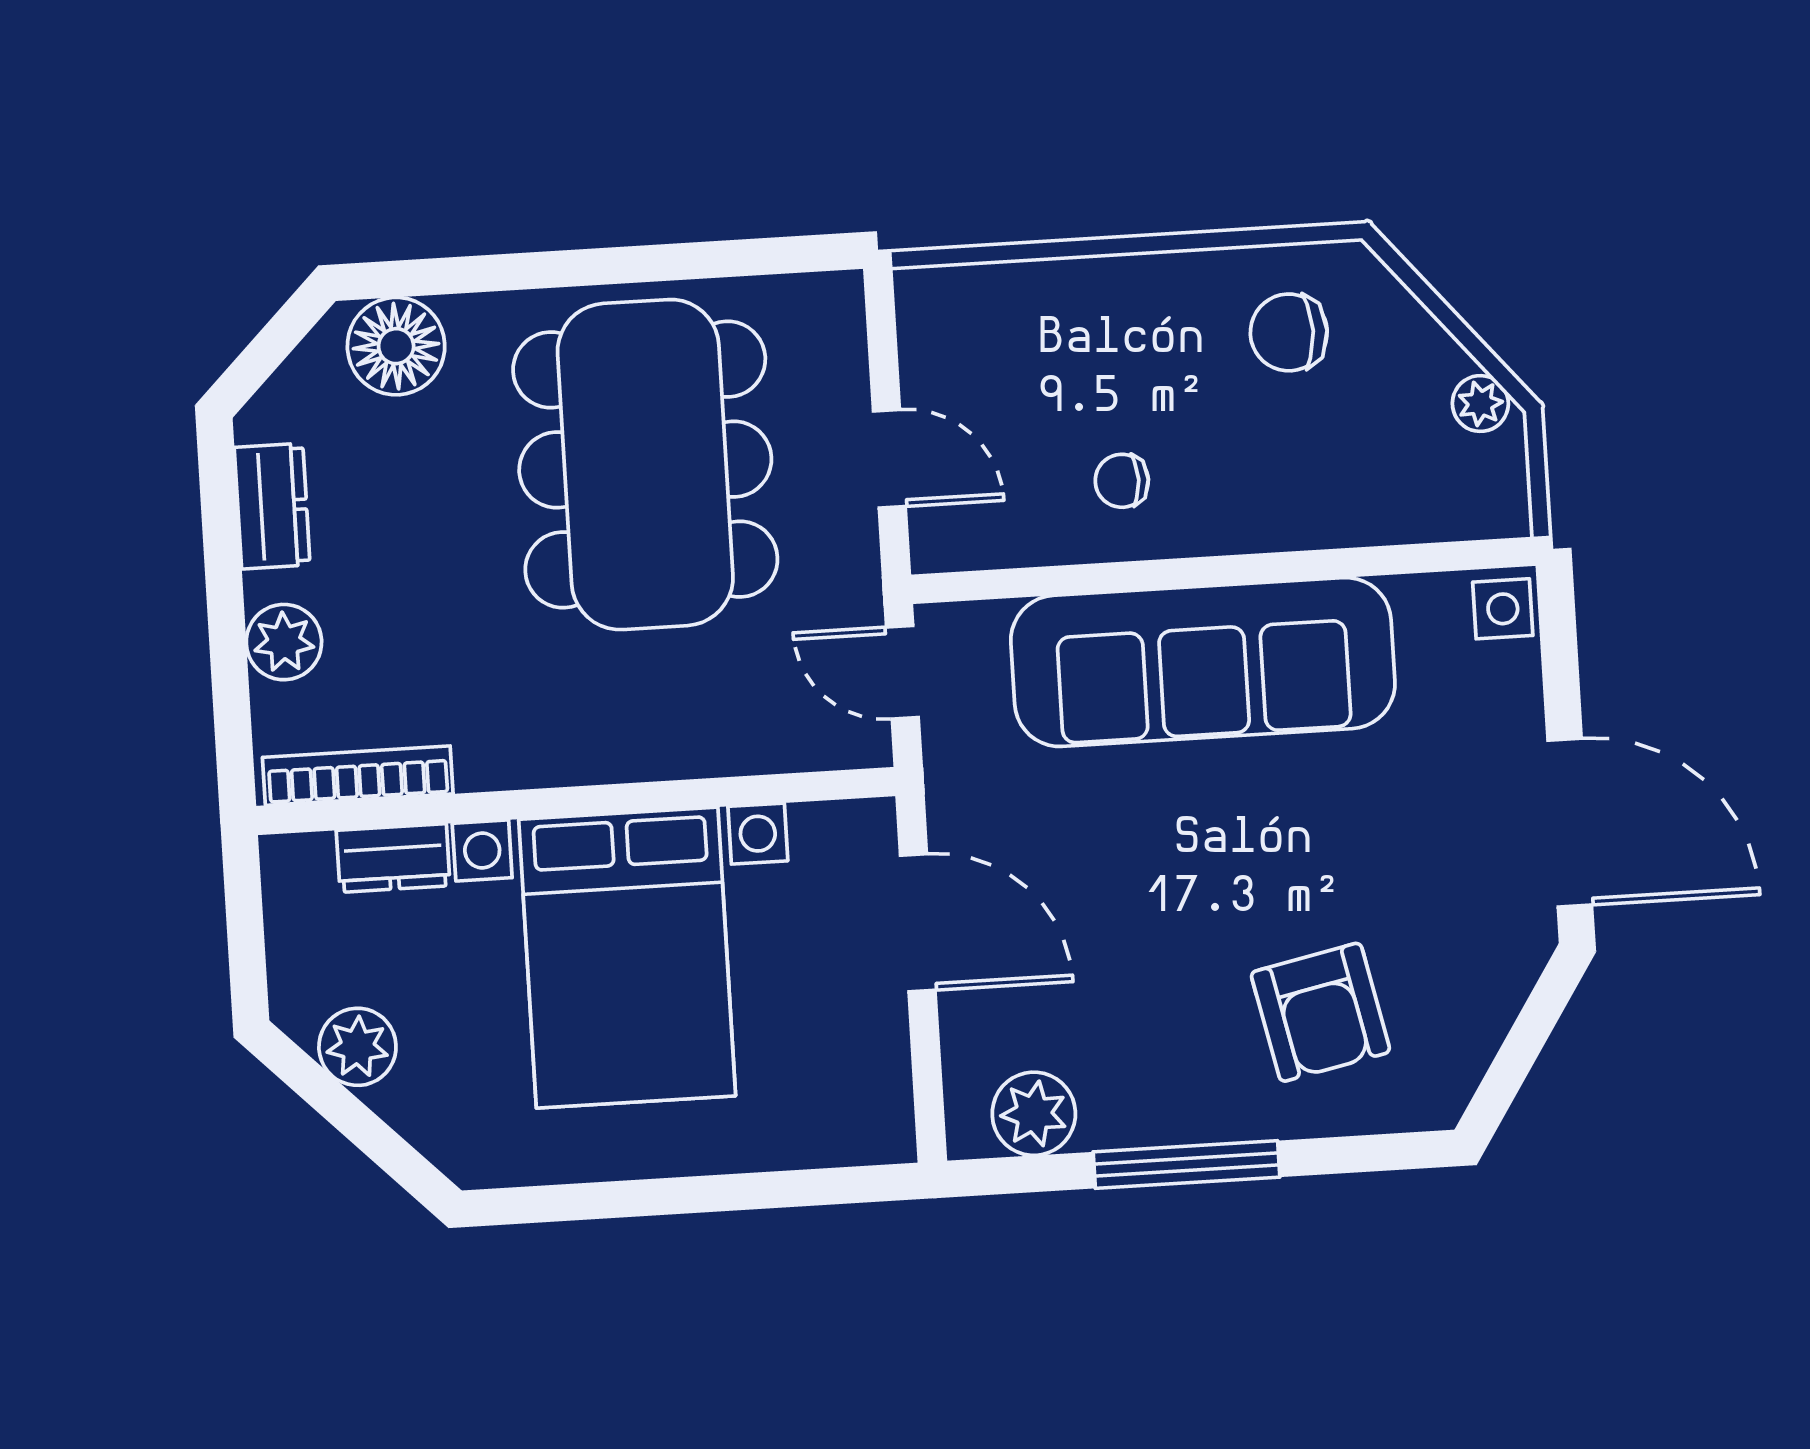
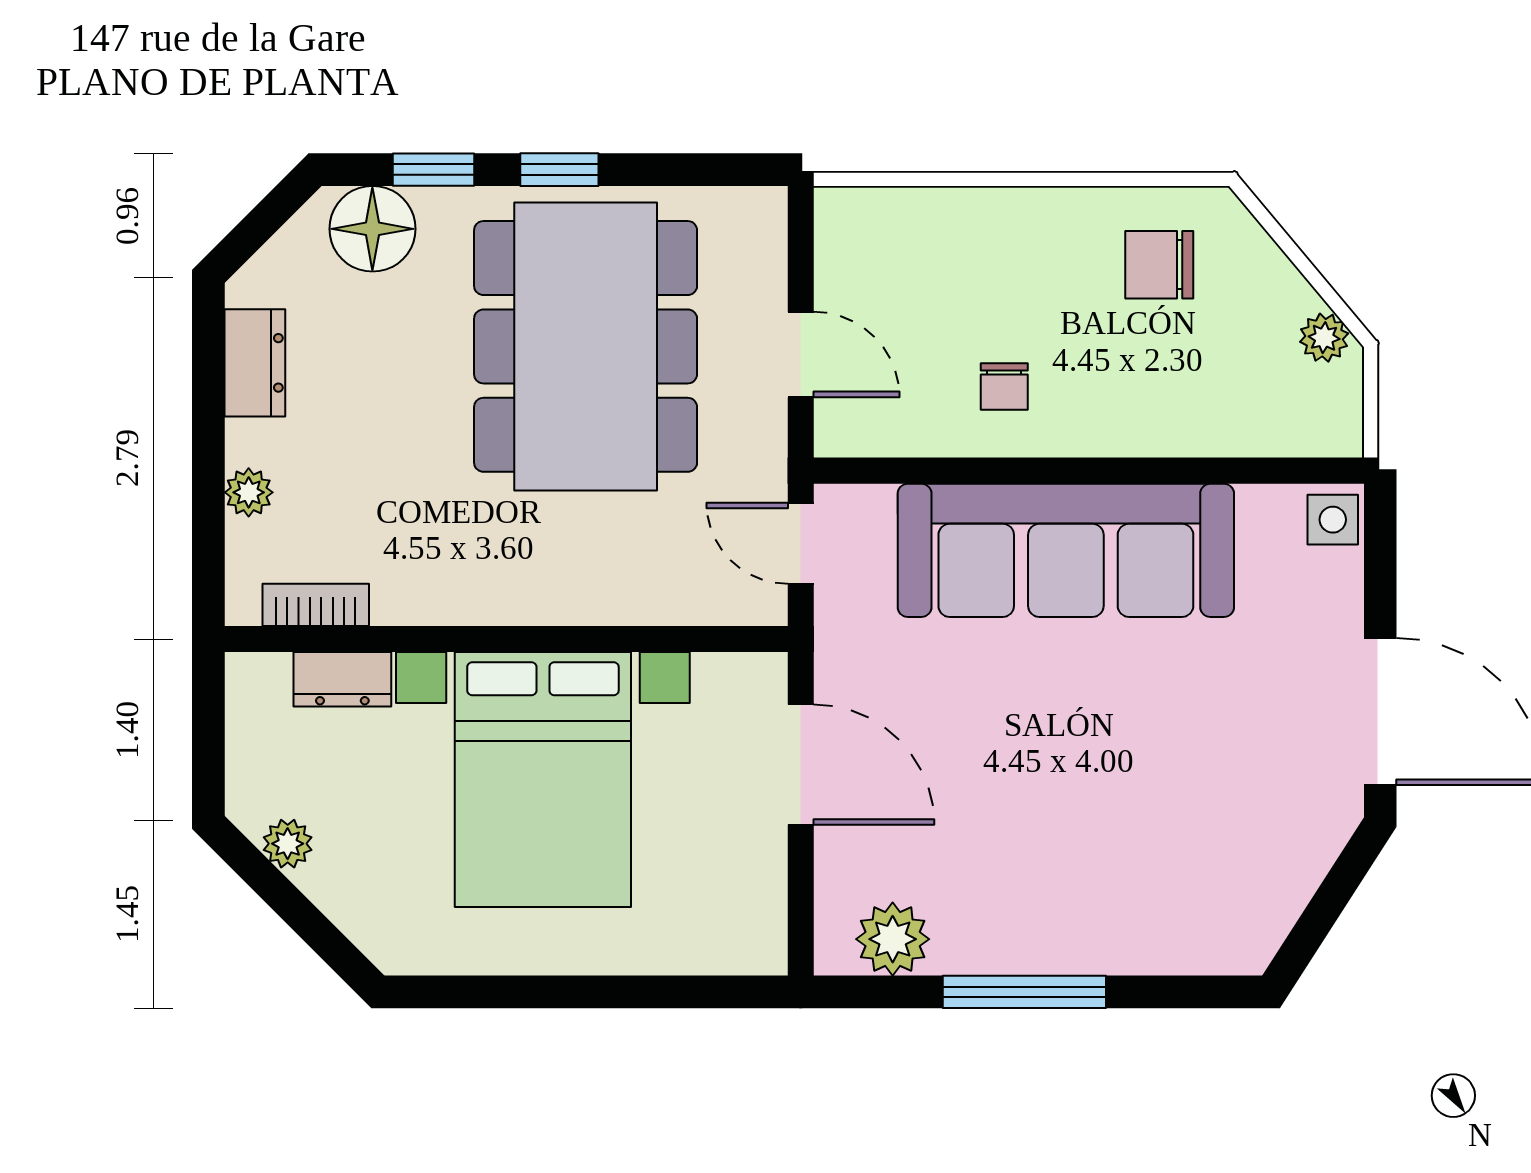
window: (604, 266) -> (559, 170), added
window: (461, 275) -> (434, 170), added
chair: (1122, 481) -> (1004, 386), turned -90
plant: (284, 642) -> (249, 492), width x0.73, depth x0.73
bookcase: (358, 776) -> (316, 605), width x0.64
armchair: (1320, 1012) -> (1151, 865), removed
plant: (357, 1047) -> (288, 844), width x0.73, depth x0.73

